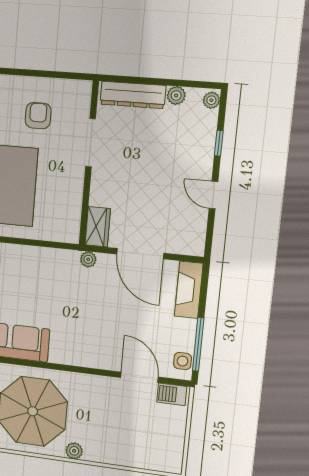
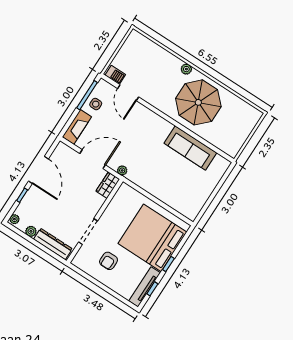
door: (213, 195) -> (38, 170), width x1.88
door: (140, 254) -> (93, 159), hinge flipped
side table: (183, 361) -> (96, 104), moved

